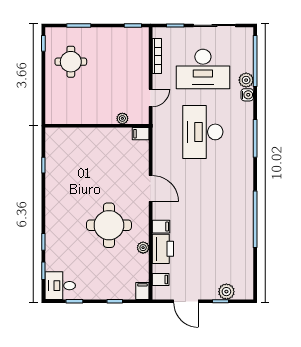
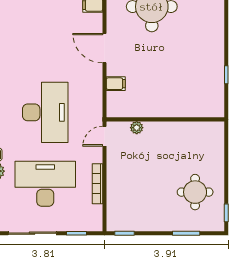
bookcase: (157, 56) -> (97, 184), moved
door: (151, 98) -> (104, 136), moved
filing cabinet: (141, 134) -> (116, 84), moved

